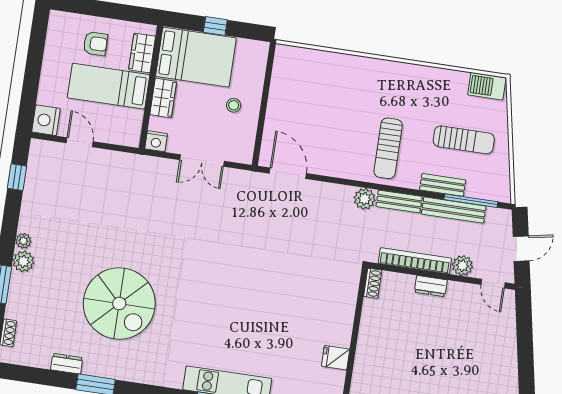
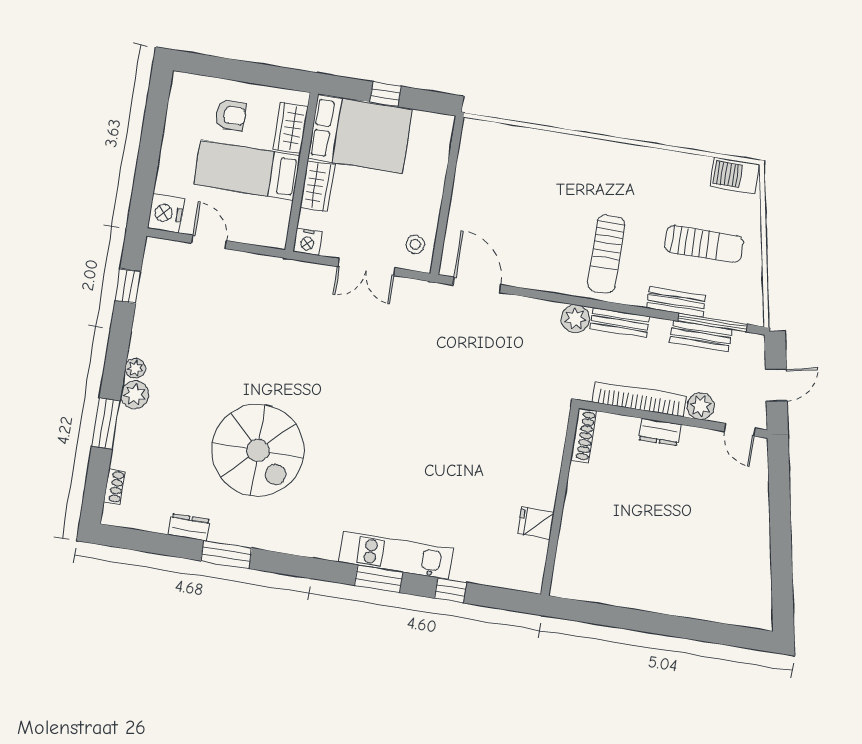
stool: (234, 105) -> (415, 244), moved
bench: (454, 210) -> (701, 336), width x0.73
shoe rack: (373, 283) -> (583, 435), width x1.43

